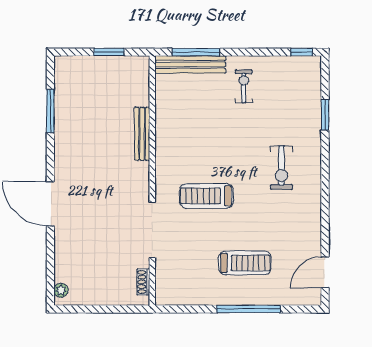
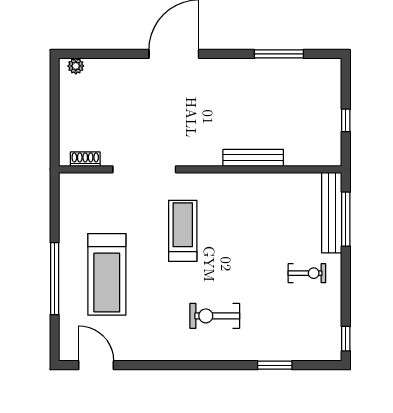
window: (109, 52) -> (346, 120), width x0.67
treadmill: (245, 263) -> (107, 274), width x1.37, depth x1.38

